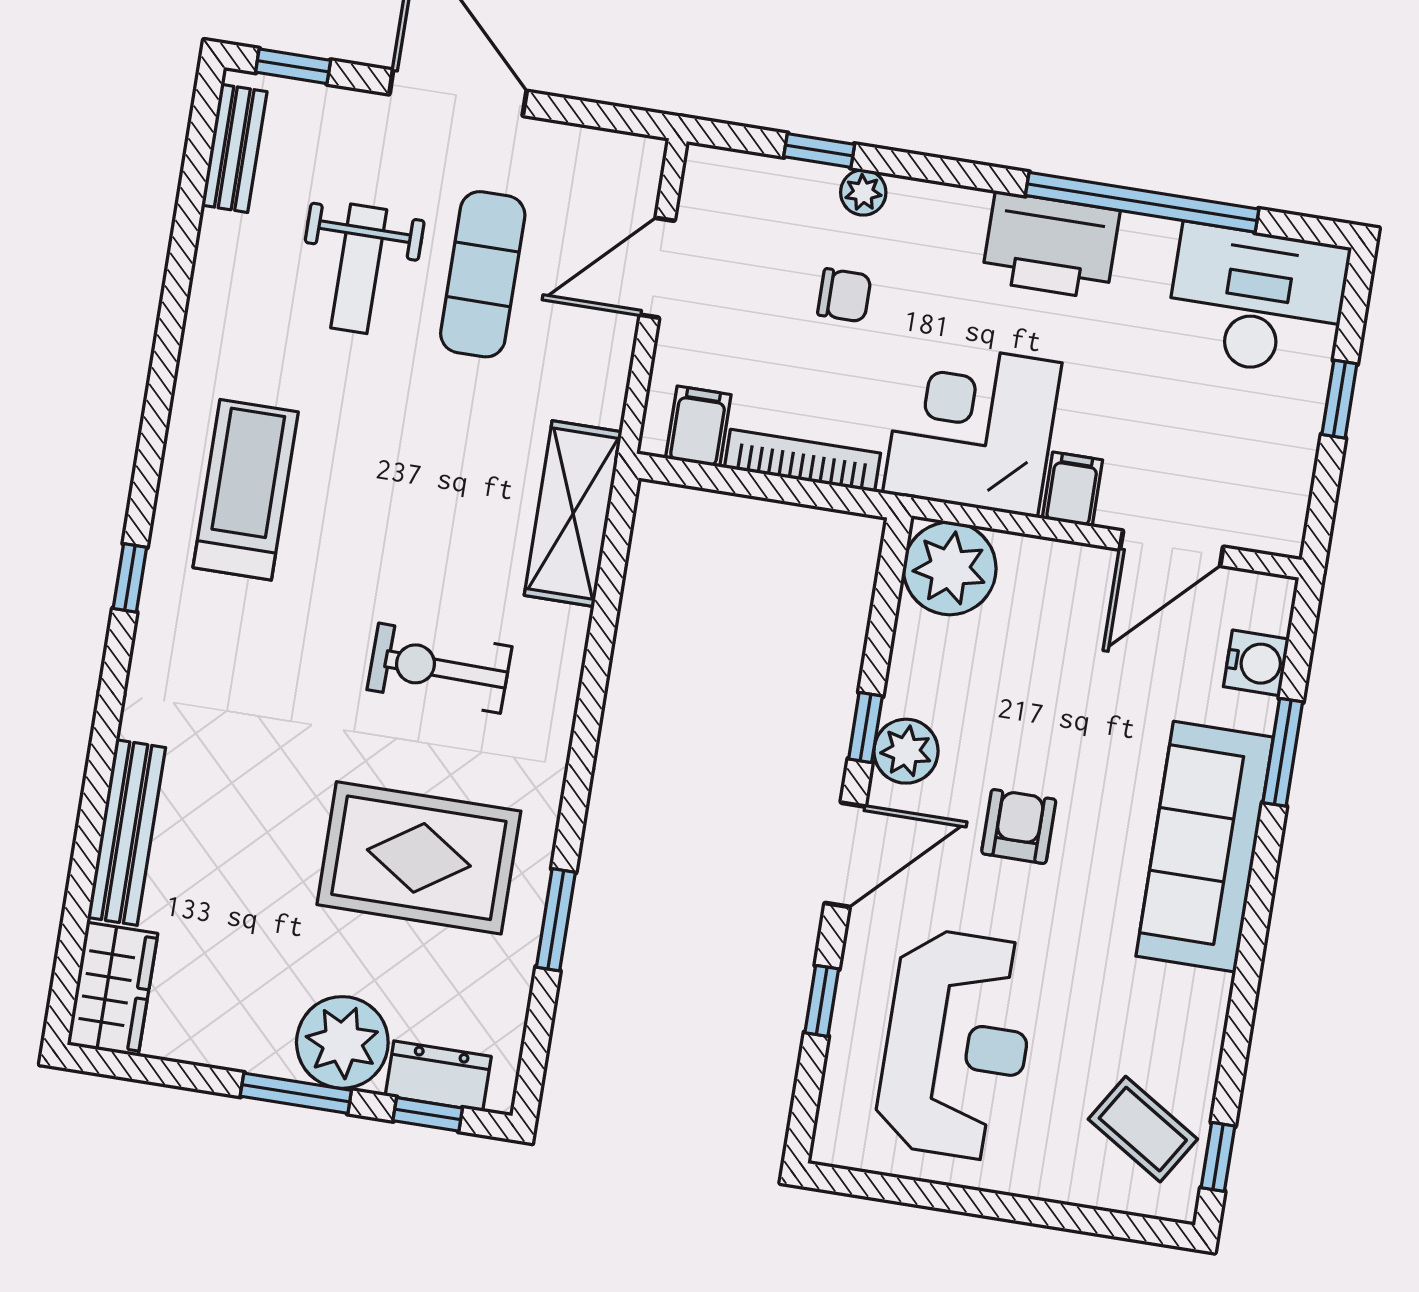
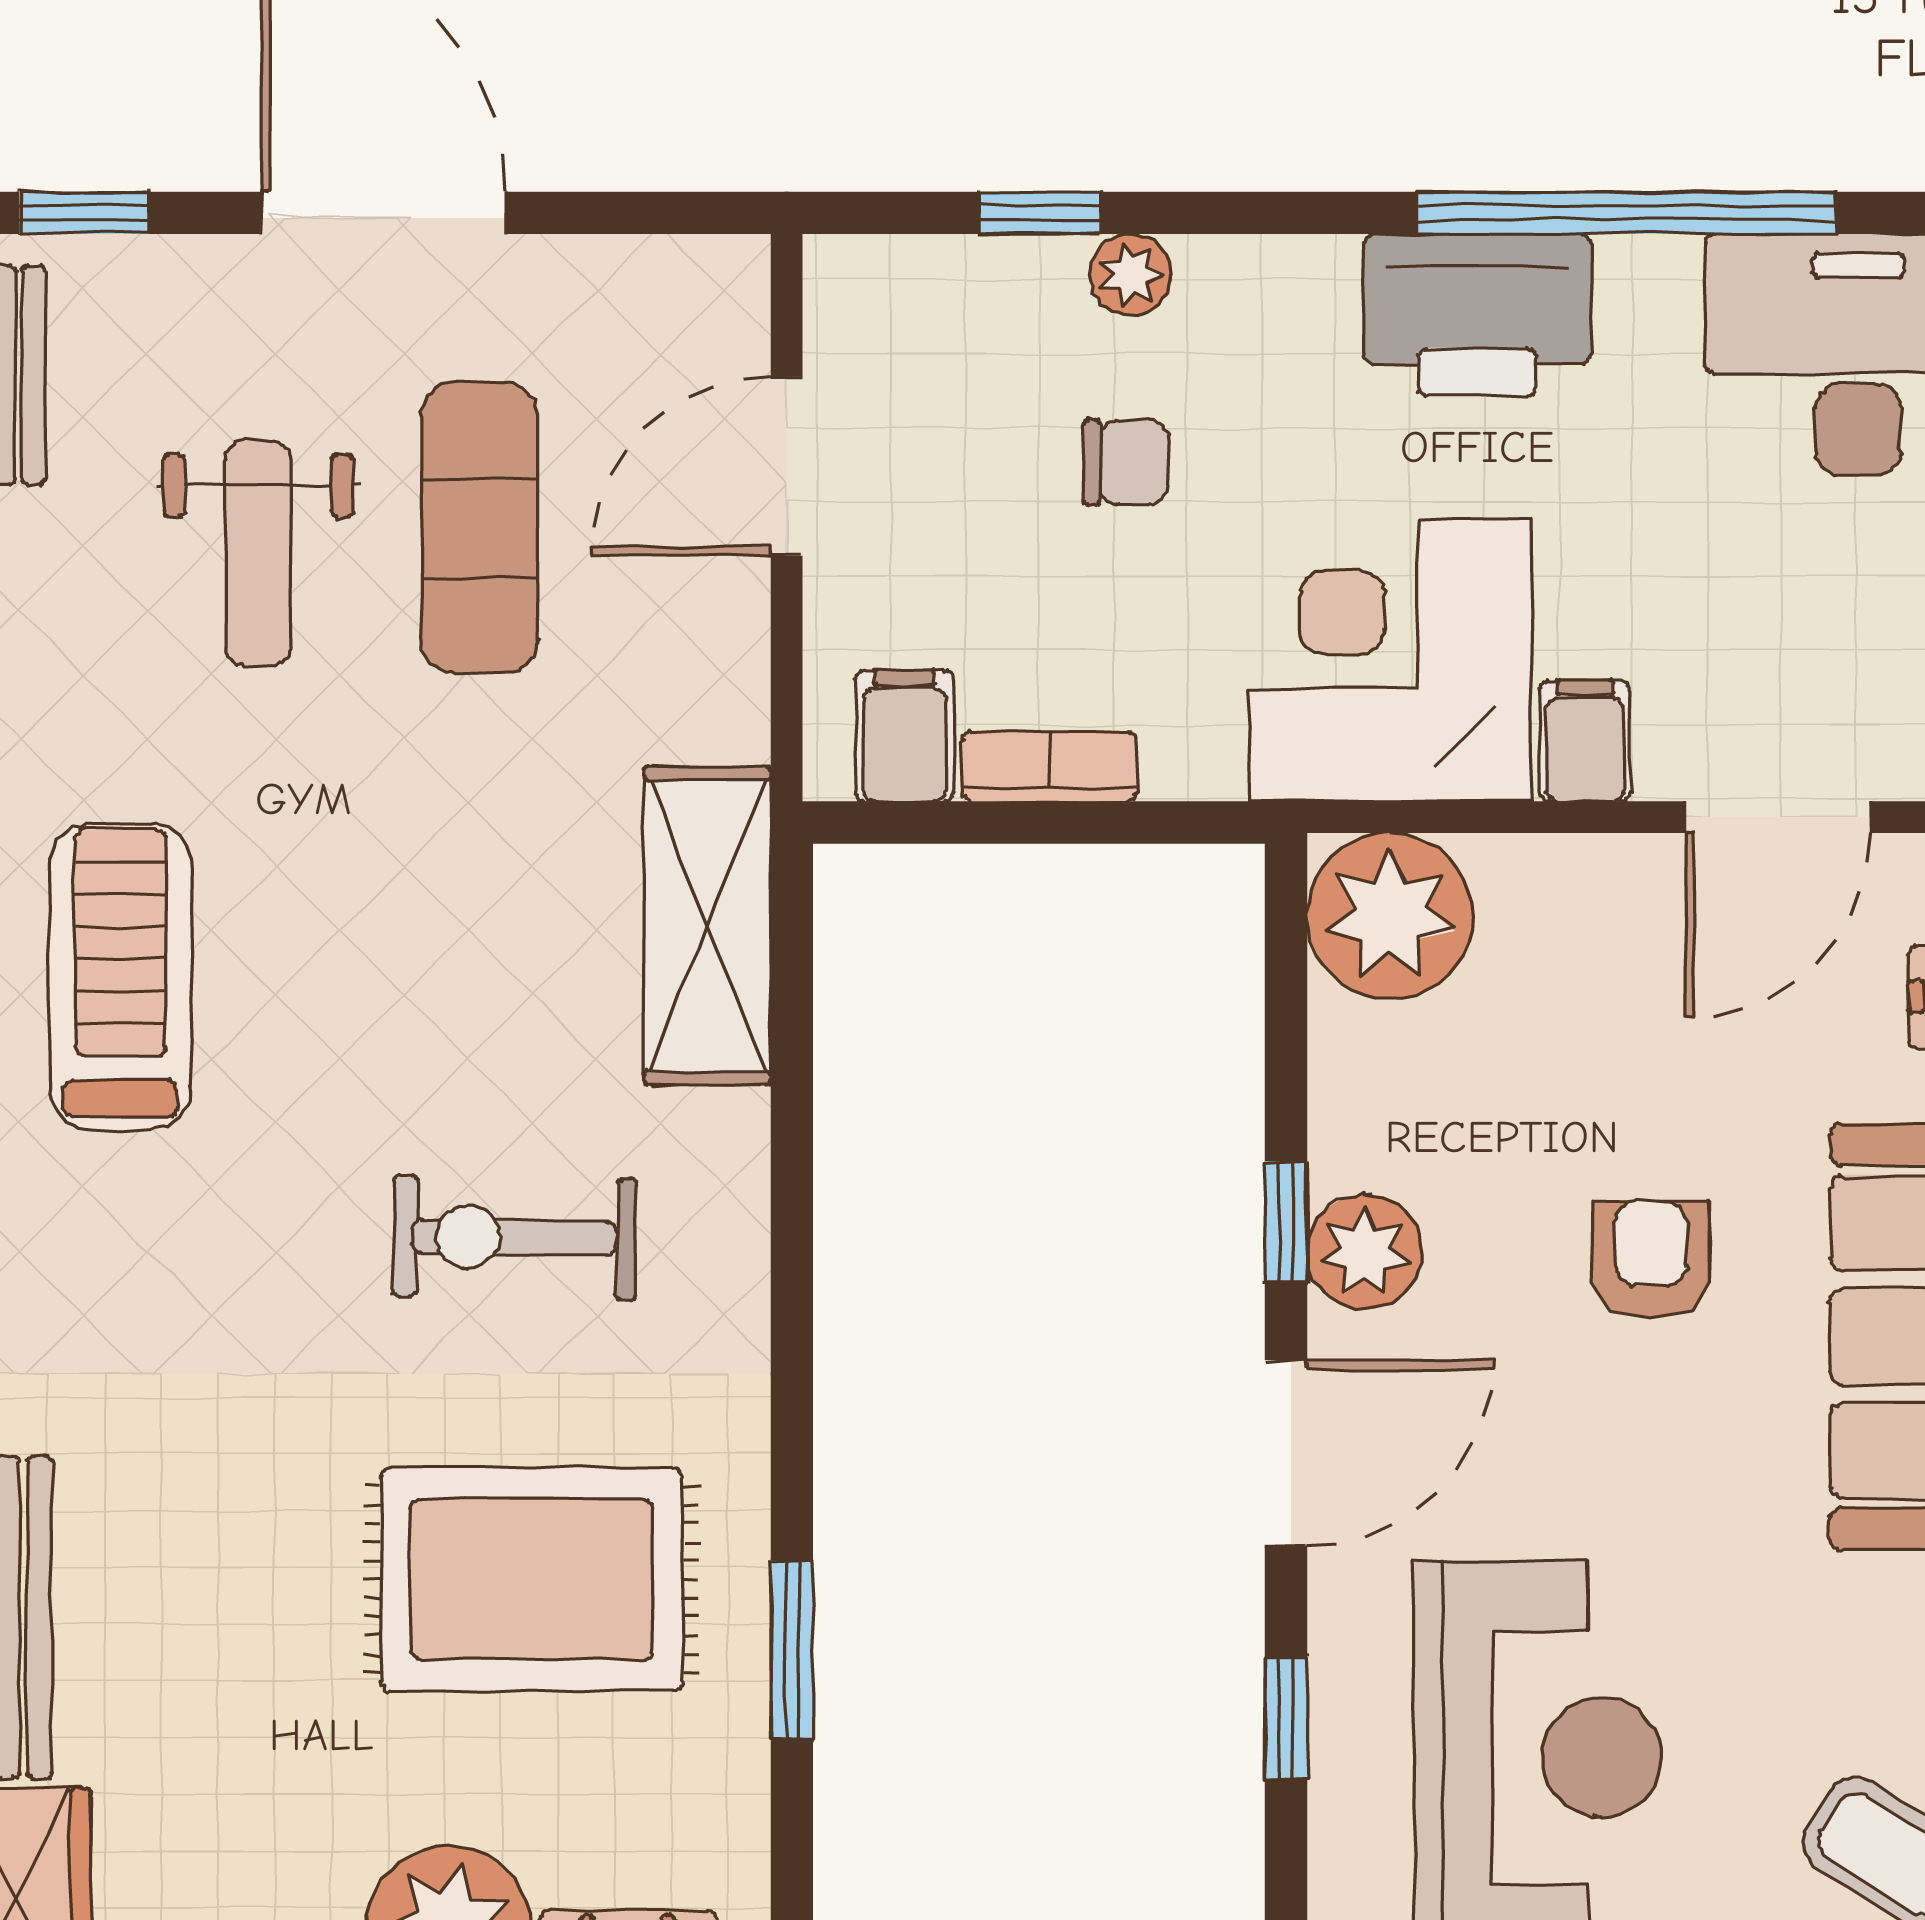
bookcase: (802, 460) -> (1049, 767), width x0.64
armchair: (1019, 826) -> (1651, 1260), moved

